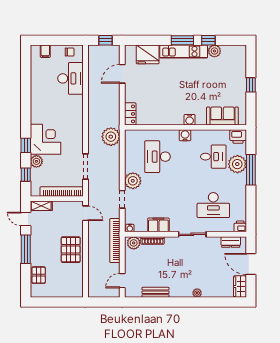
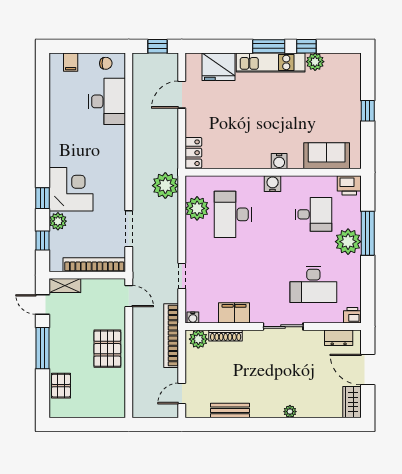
plant: (237, 164) -> (348, 242), moved
plant: (133, 181) -> (197, 208), moved

